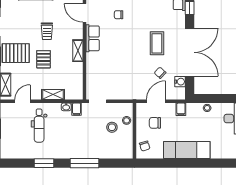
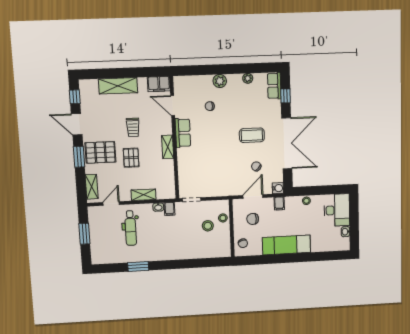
coffee table: (157, 43) -> (252, 135), turned 90
water cooler: (180, 82) -> (278, 188), moved
window: (84, 163) -> (181, 264), removed

